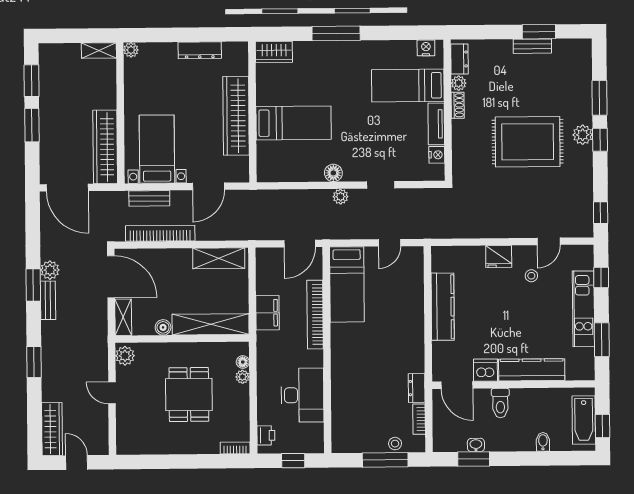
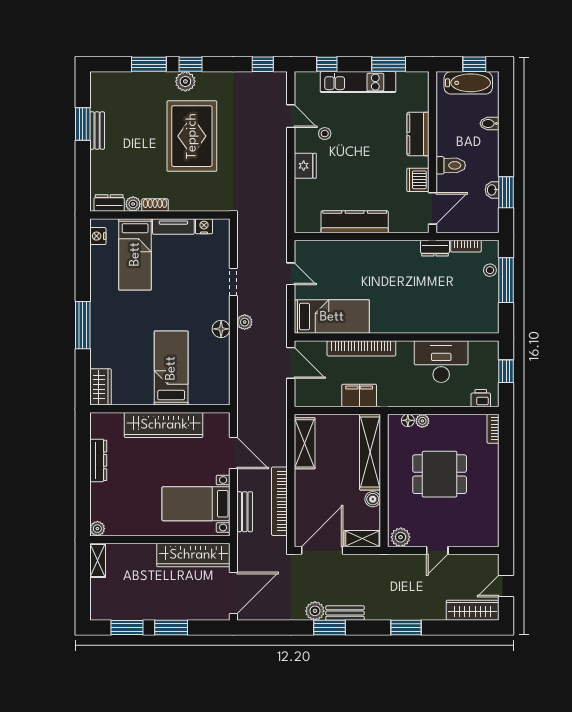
kitchen counter: (532, 370) -> (418, 134), width x0.67

